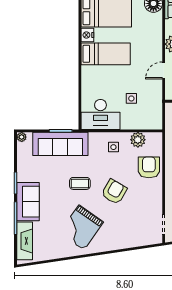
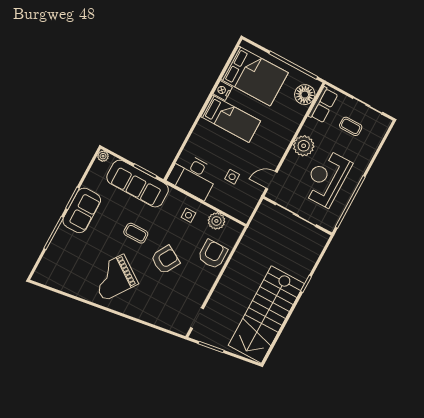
door: (164, 70) -> (271, 180), moved
sofa: (28, 202) -> (82, 210), moved
fireplace: (25, 241) -> (50, 260), removed

